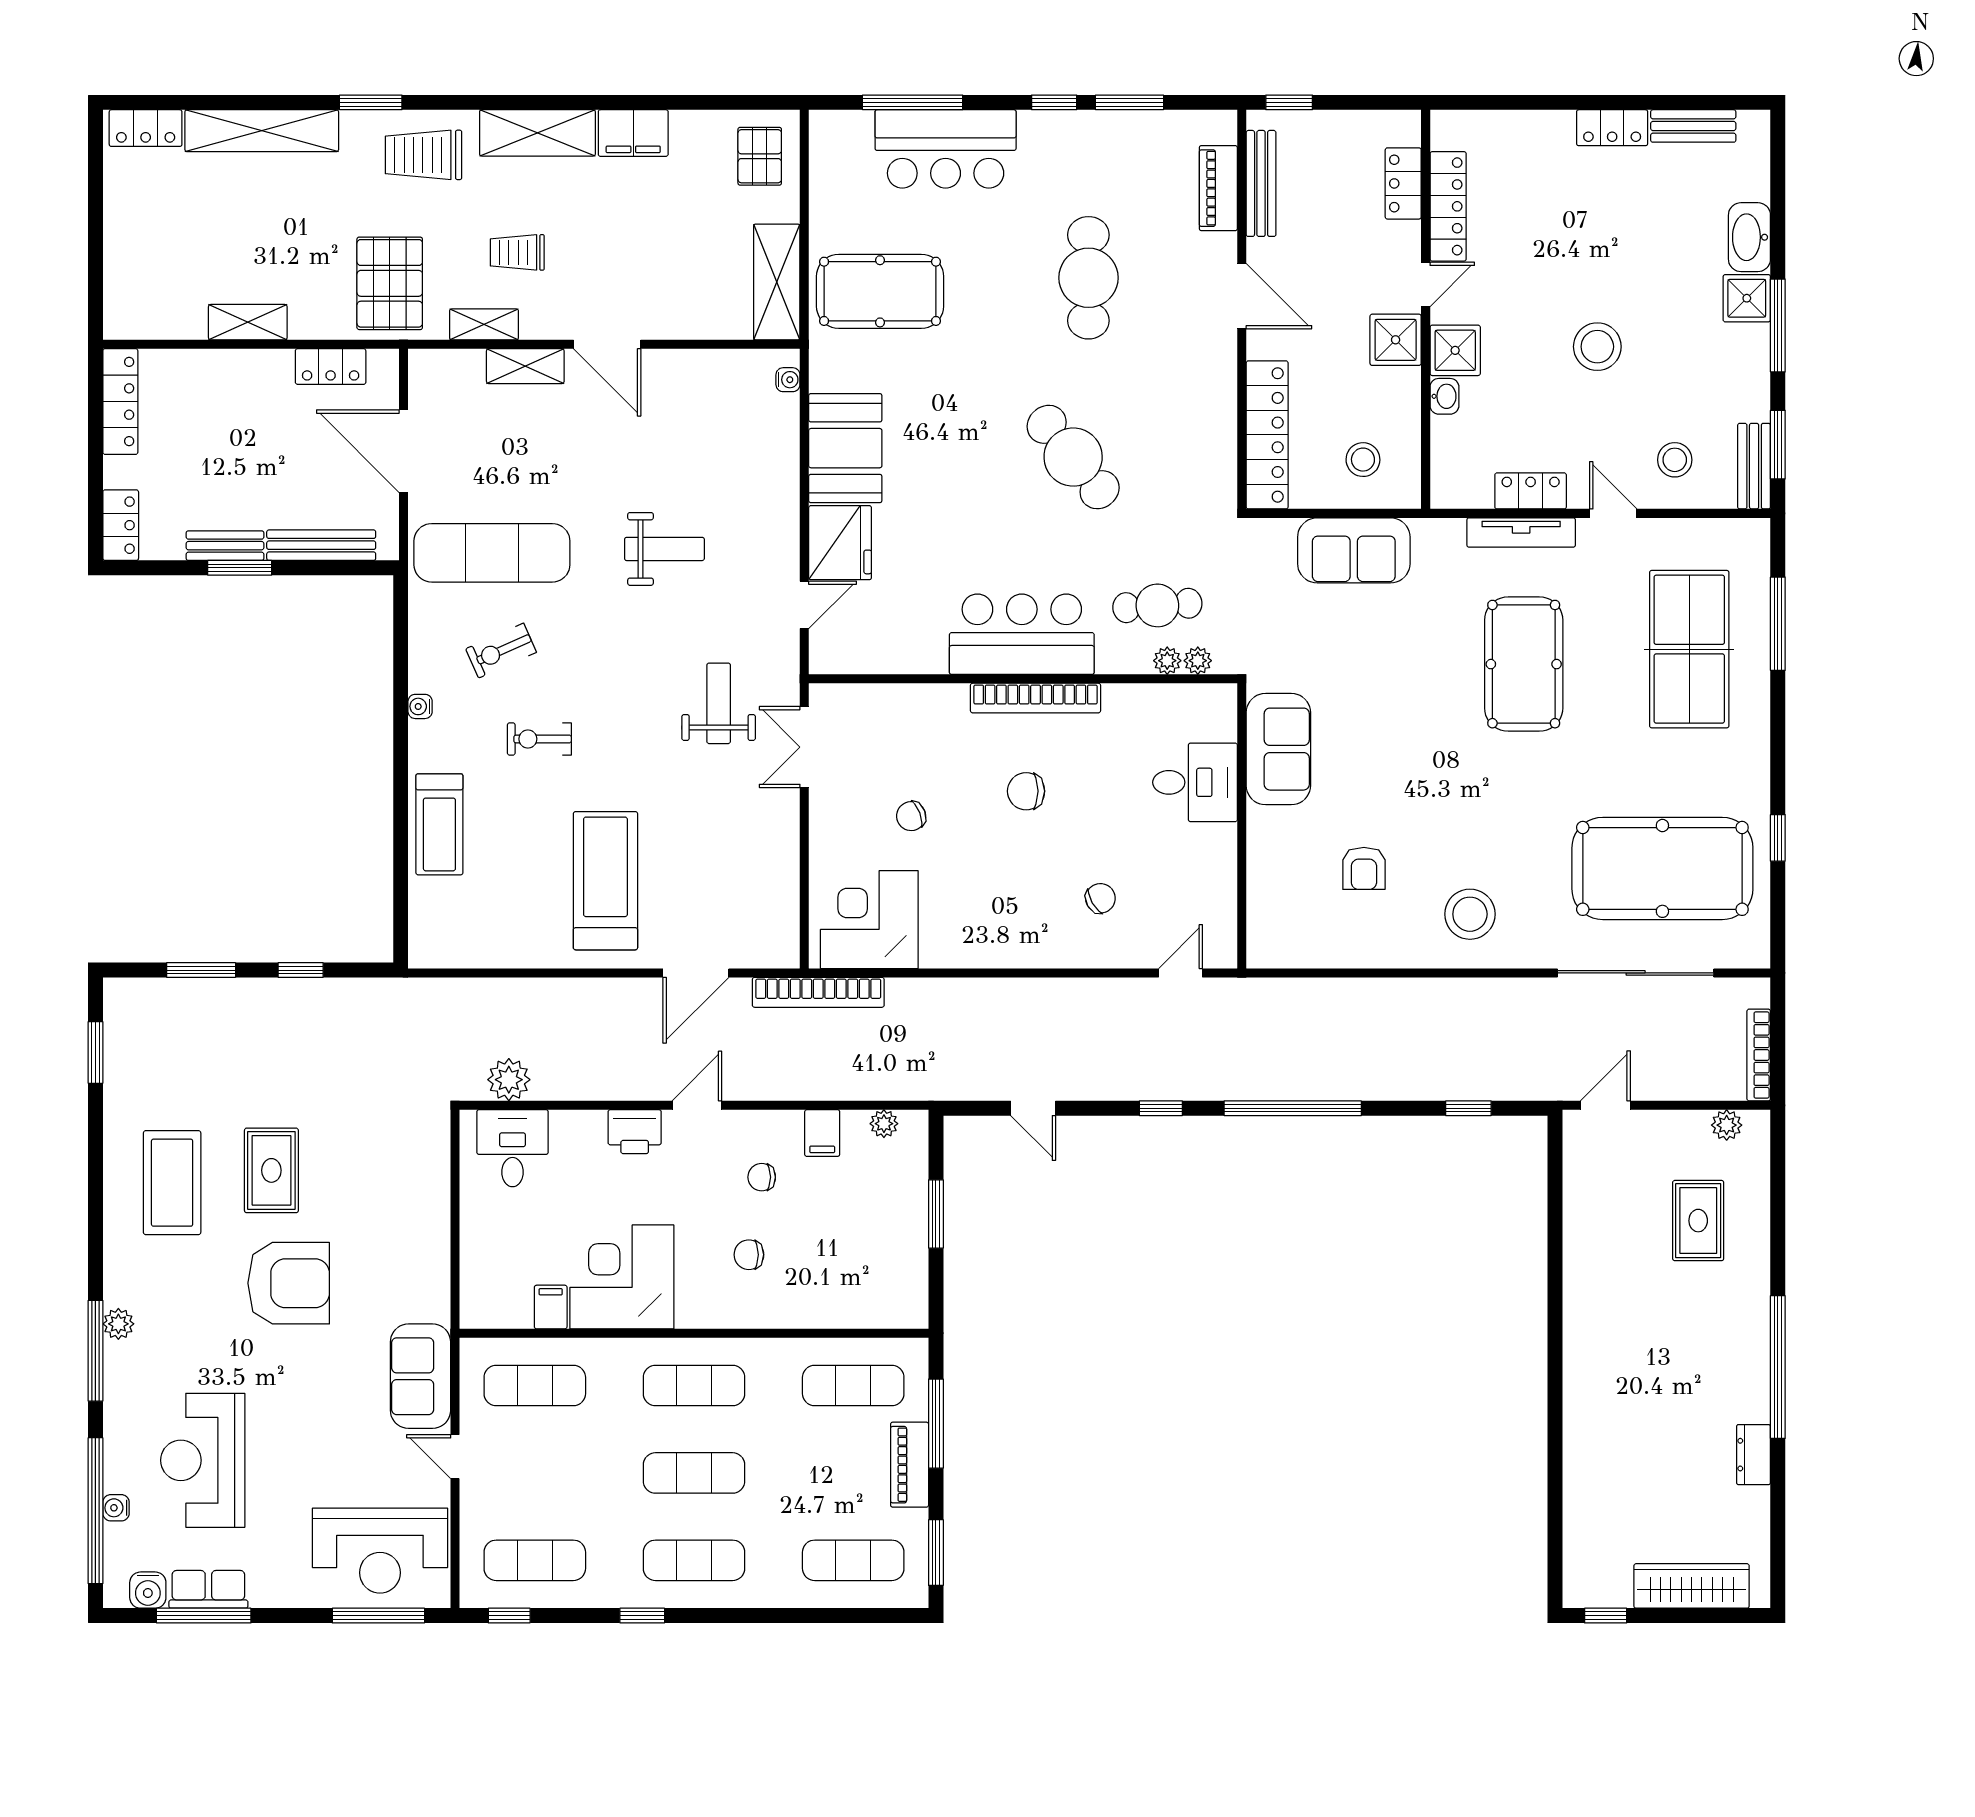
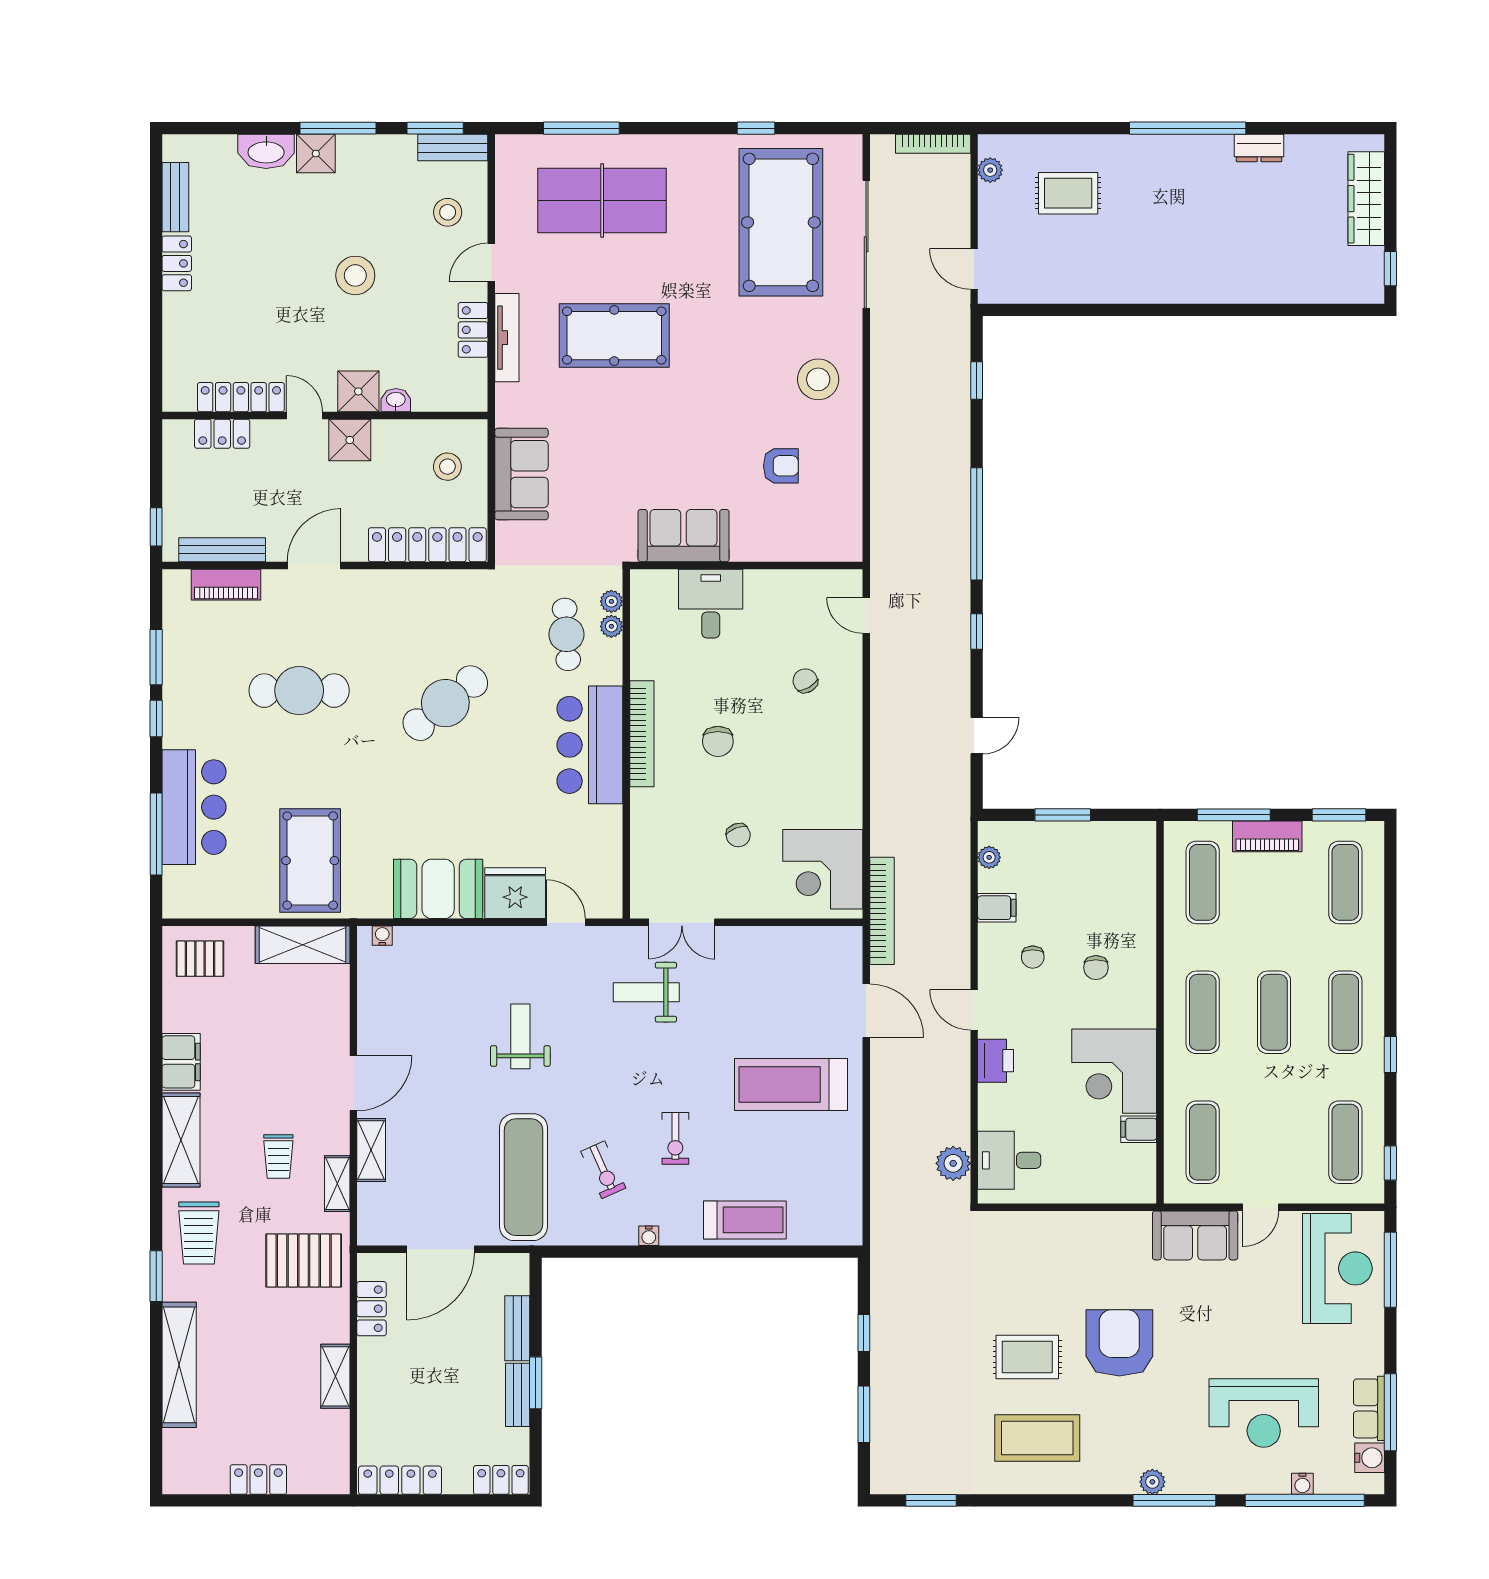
locker: (146, 128) -> (258, 1479), moved, turned -90
bench: (321, 545) -> (517, 1328), width x0.73

